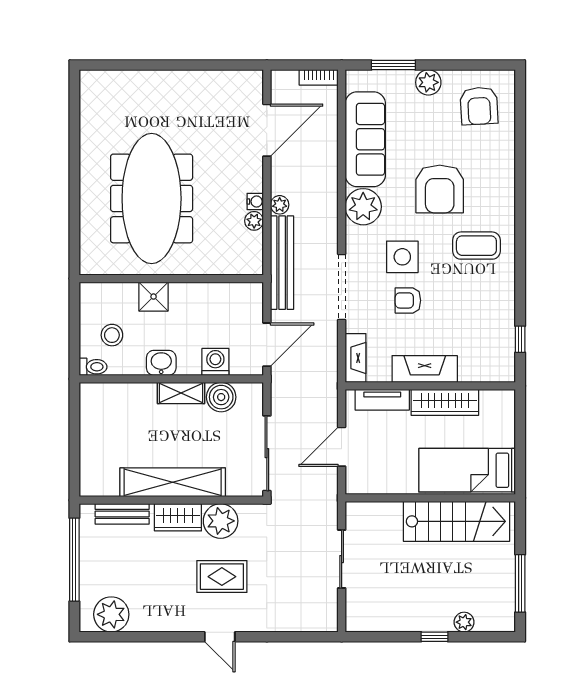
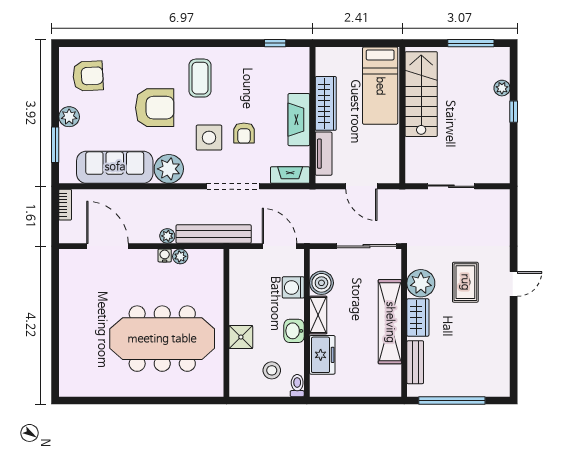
freezer: (131, 398) -> (322, 355), added
plant: (111, 614) -> (496, 371), removed

